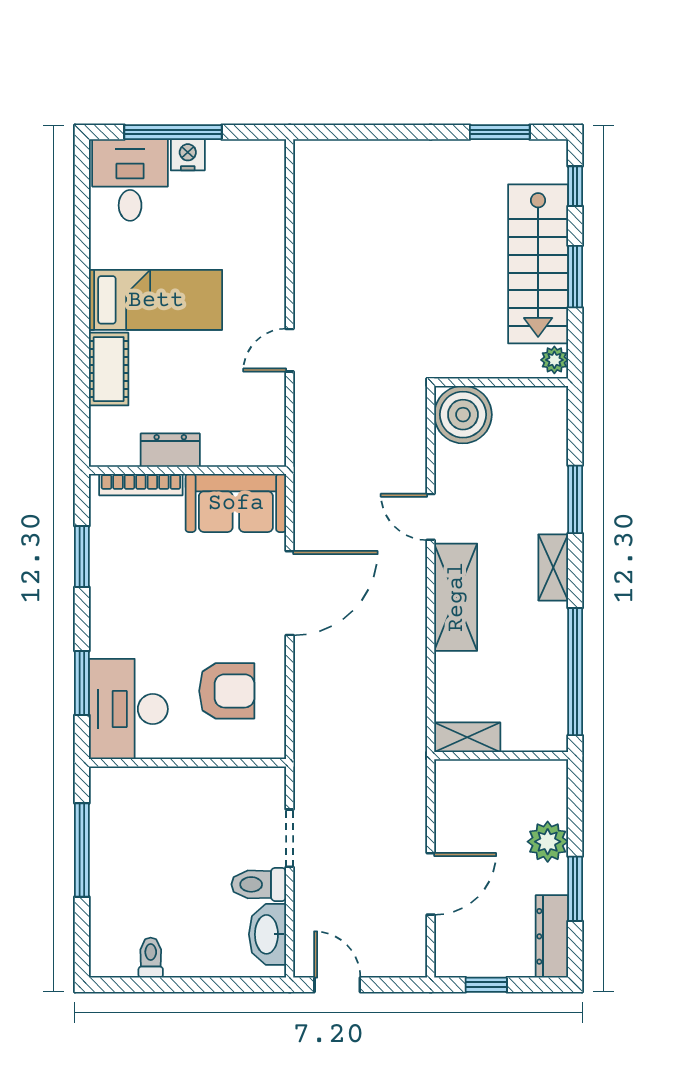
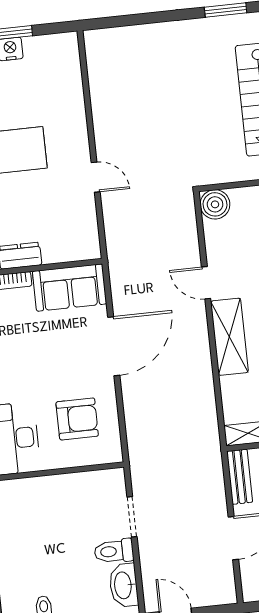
door: (290, 350) -> (96, 177), swing flipped
boiler: (463, 415) -> (215, 204), width x0.73, depth x0.73
bench: (449, 798) -> (240, 477), added

